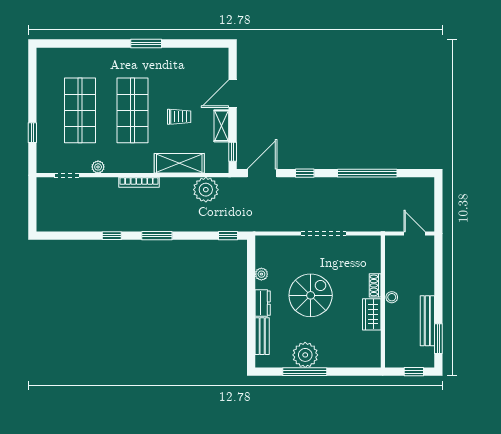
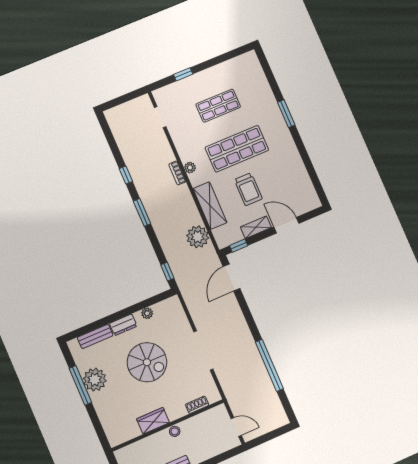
window: (146, 43) -> (286, 114), moved
shop shelf: (80, 110) -> (218, 106), width x0.70, depth x0.74
trolley: (179, 117) -> (248, 189), width x1.36, depth x1.39
plant: (98, 167) -> (190, 168), moved
door: (262, 173) -> (231, 278), swing flipped
window: (305, 173) -> (247, 313), removed
bookcase: (139, 182) -> (177, 173), width x0.64
door: (414, 234) -> (236, 427), hinge flipped
shoe rack: (375, 285) -> (197, 405), moved

